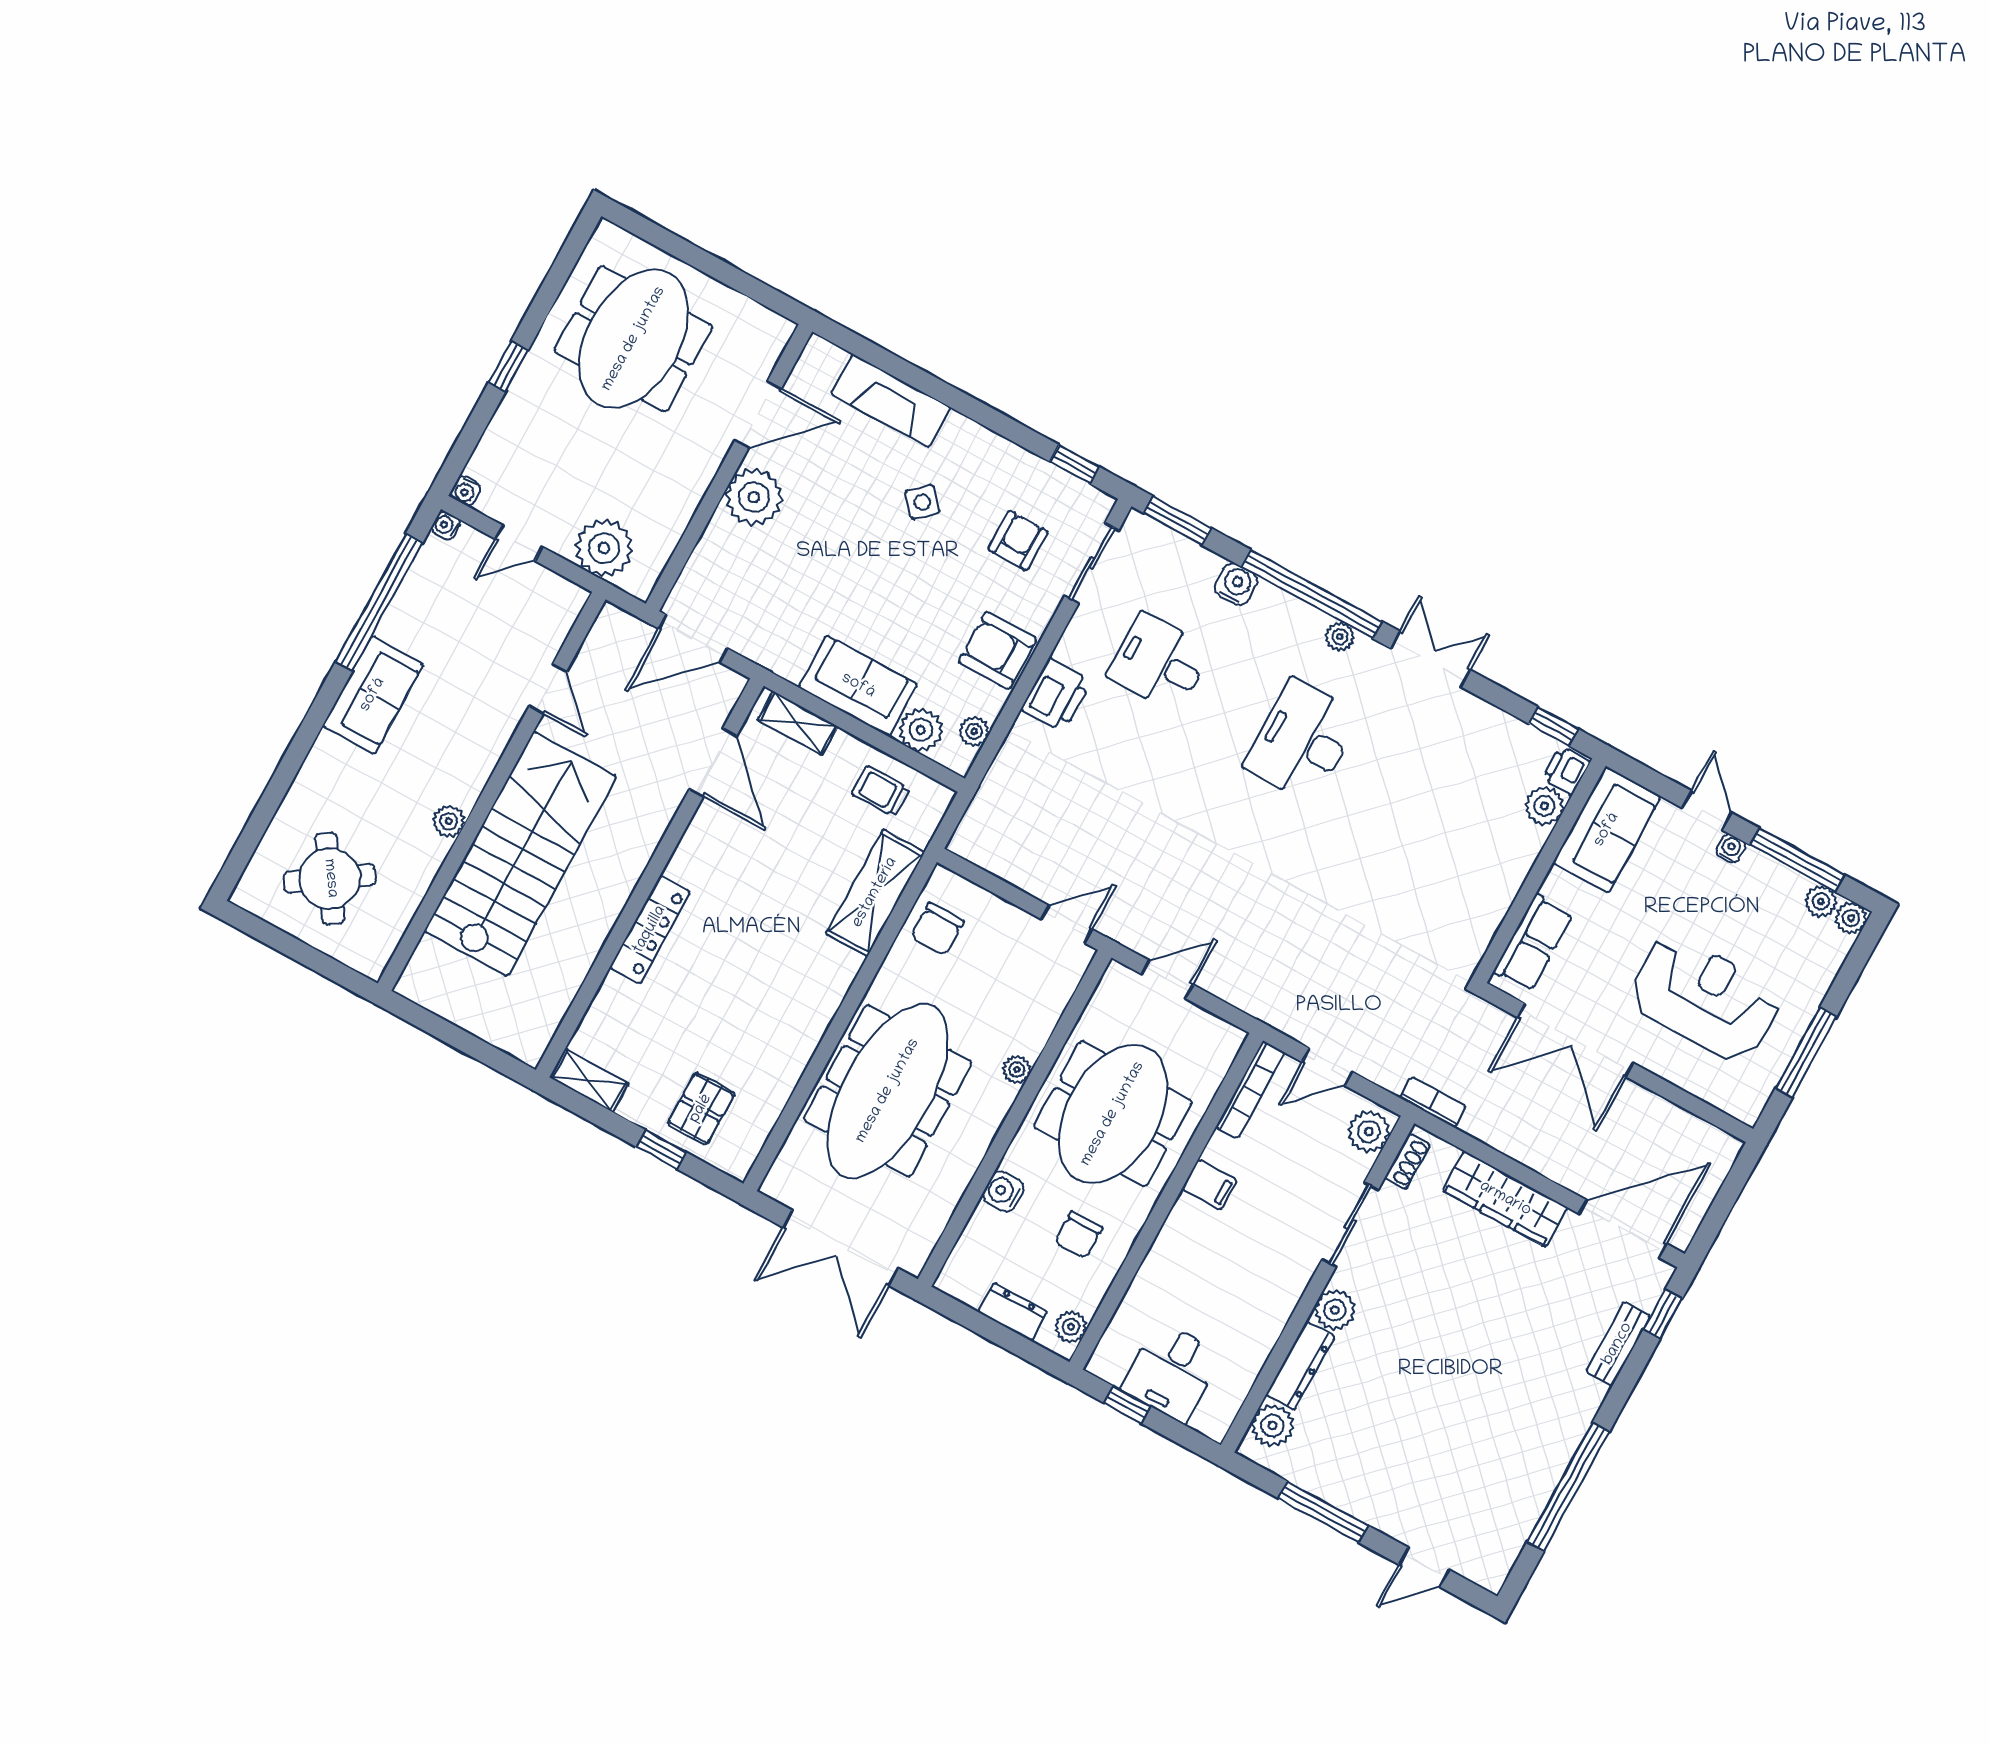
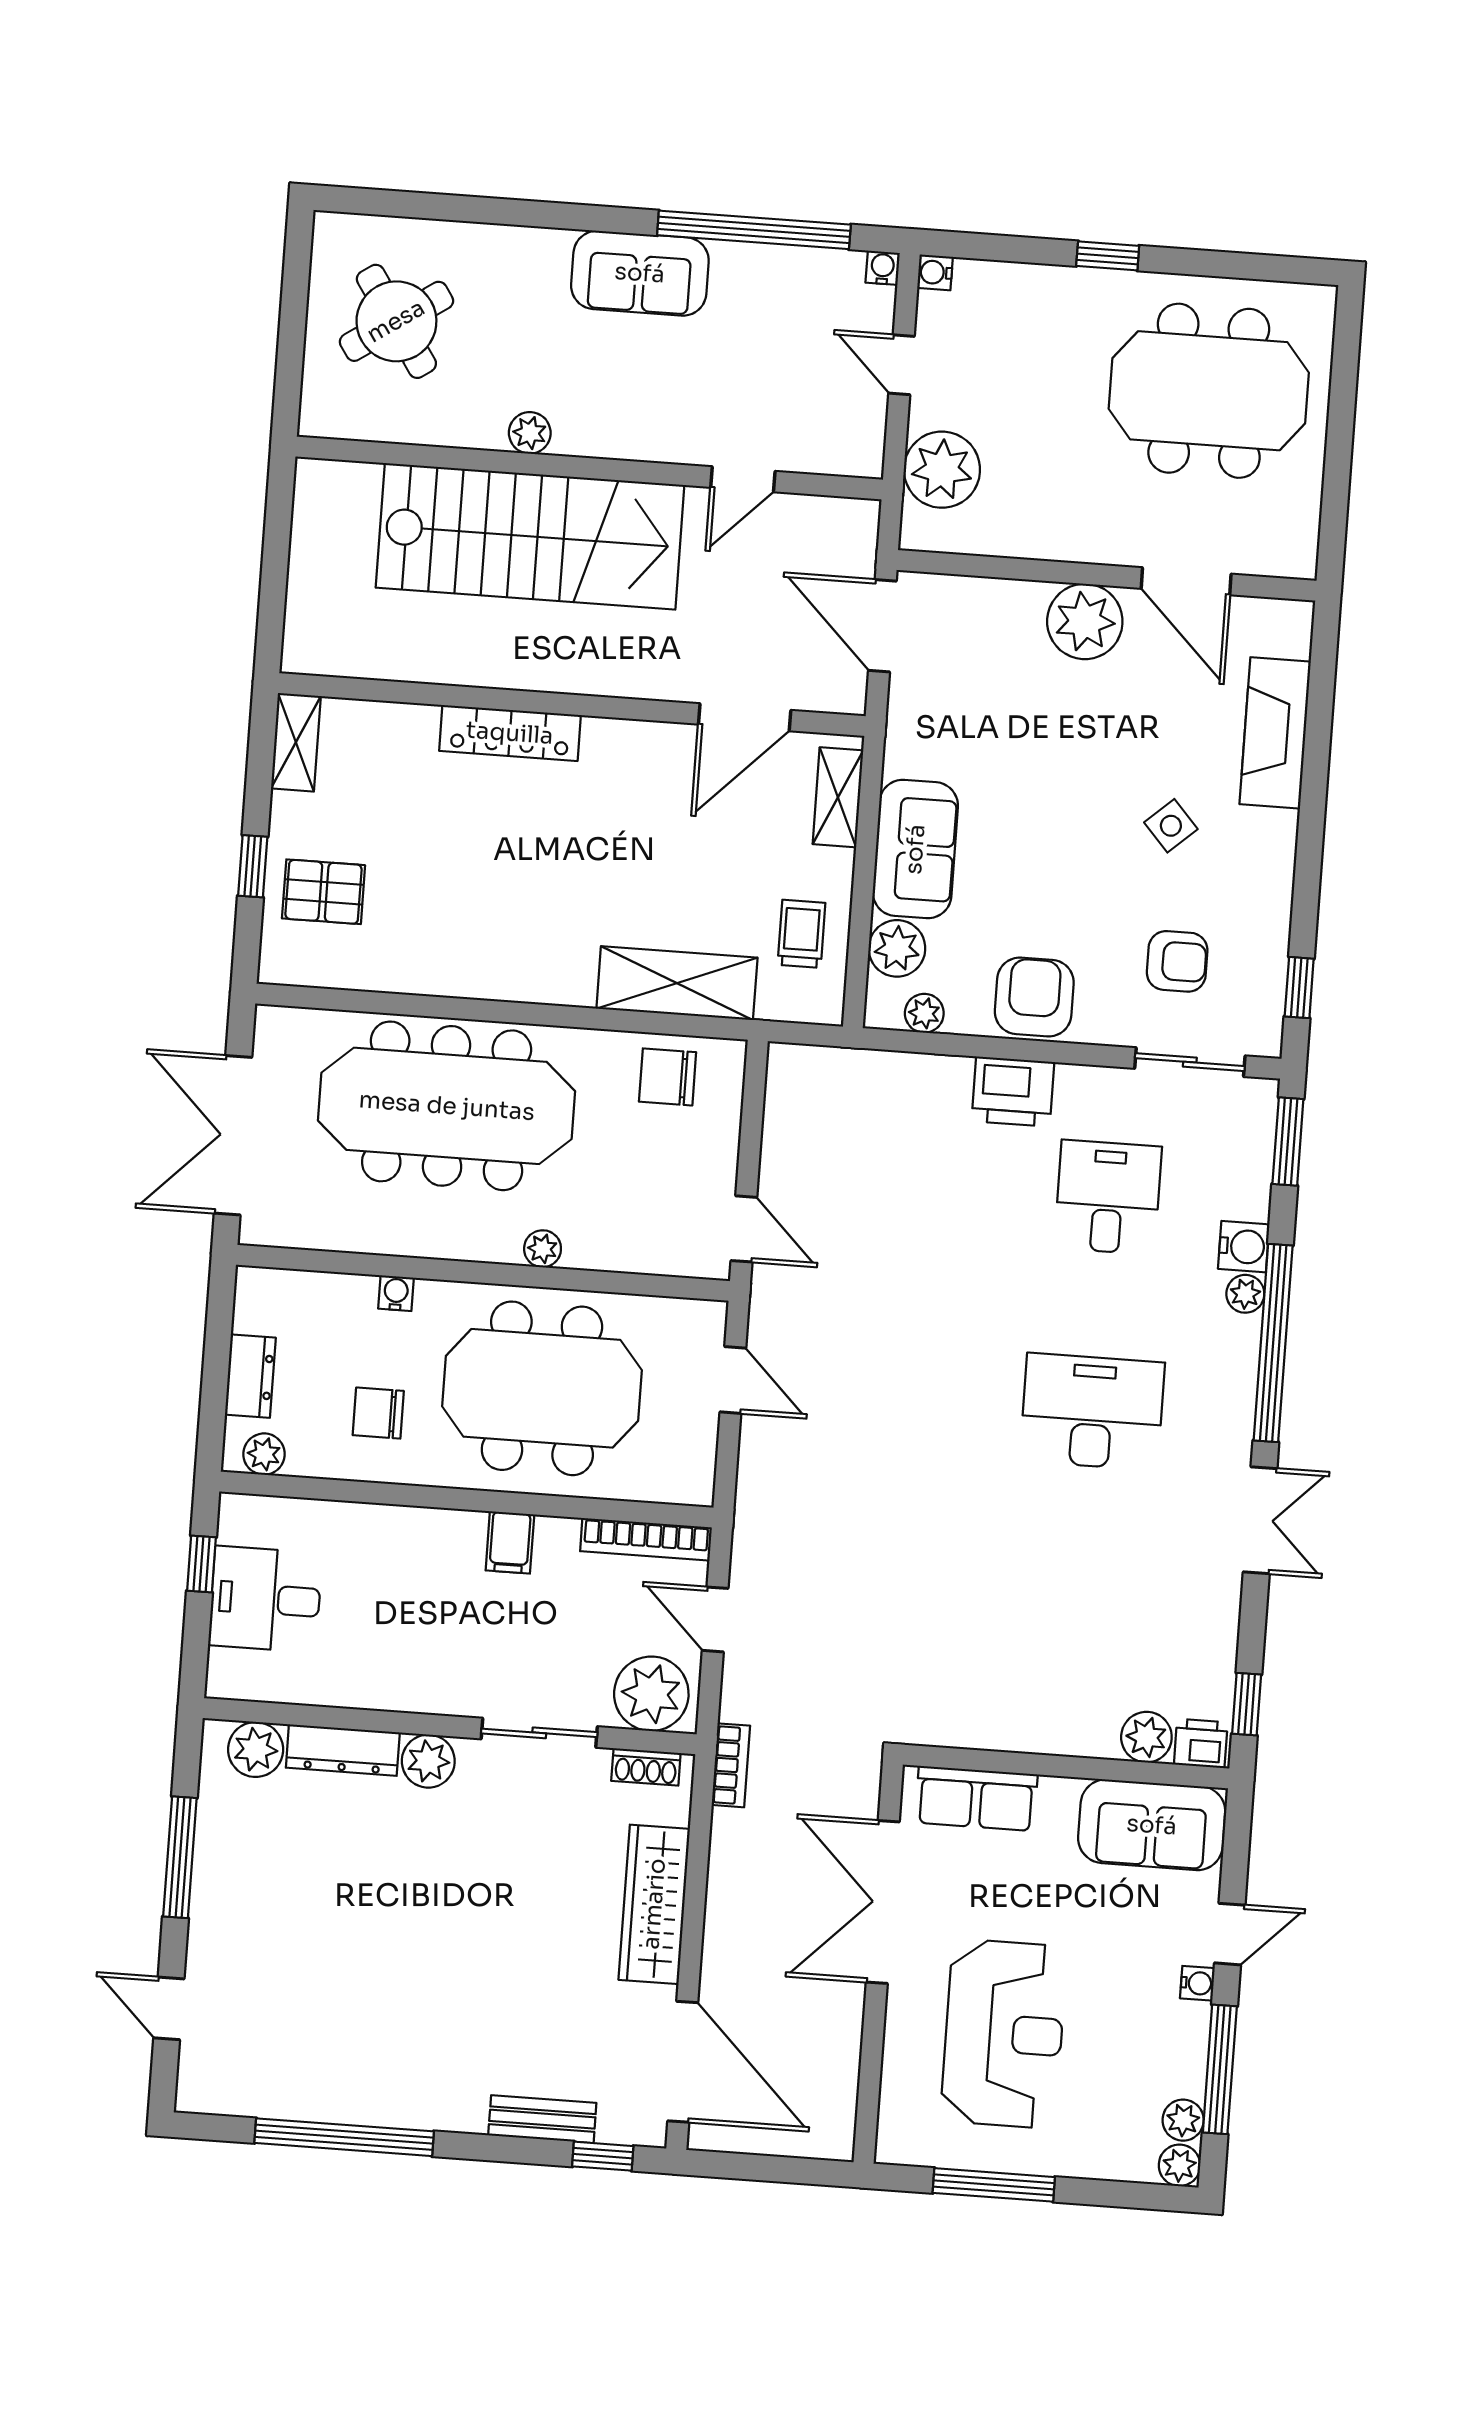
plant: (1340, 637) -> (1245, 1294), moved
plant: (1369, 1132) -> (651, 1694), width x1.36, depth x1.36
water cooler: (1003, 1191) -> (396, 1293), width x0.72, depth x0.72

